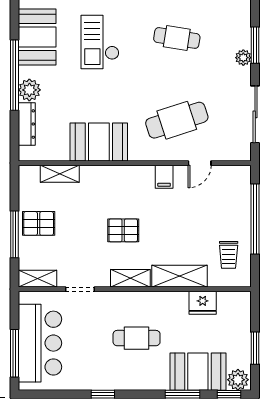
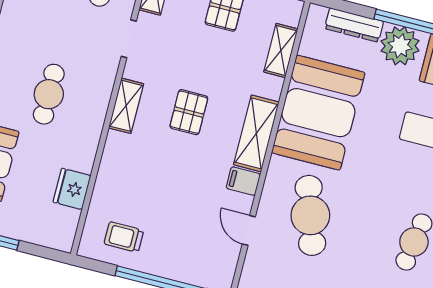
plant: (29, 90) -> (400, 46), width x1.36, depth x1.36
booth: (99, 142) -> (318, 113), width x1.36, depth x1.42
shelving: (179, 276) -> (256, 133), moved

